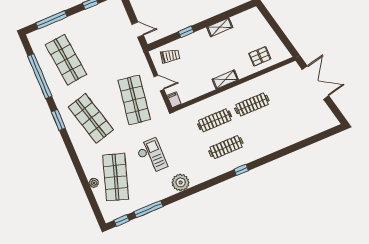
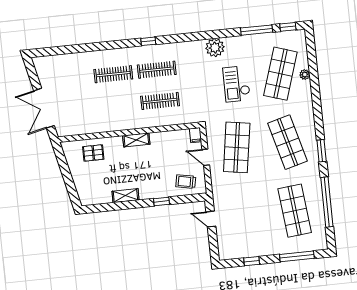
clothes rail: (252, 105) -> (113, 74), moved

